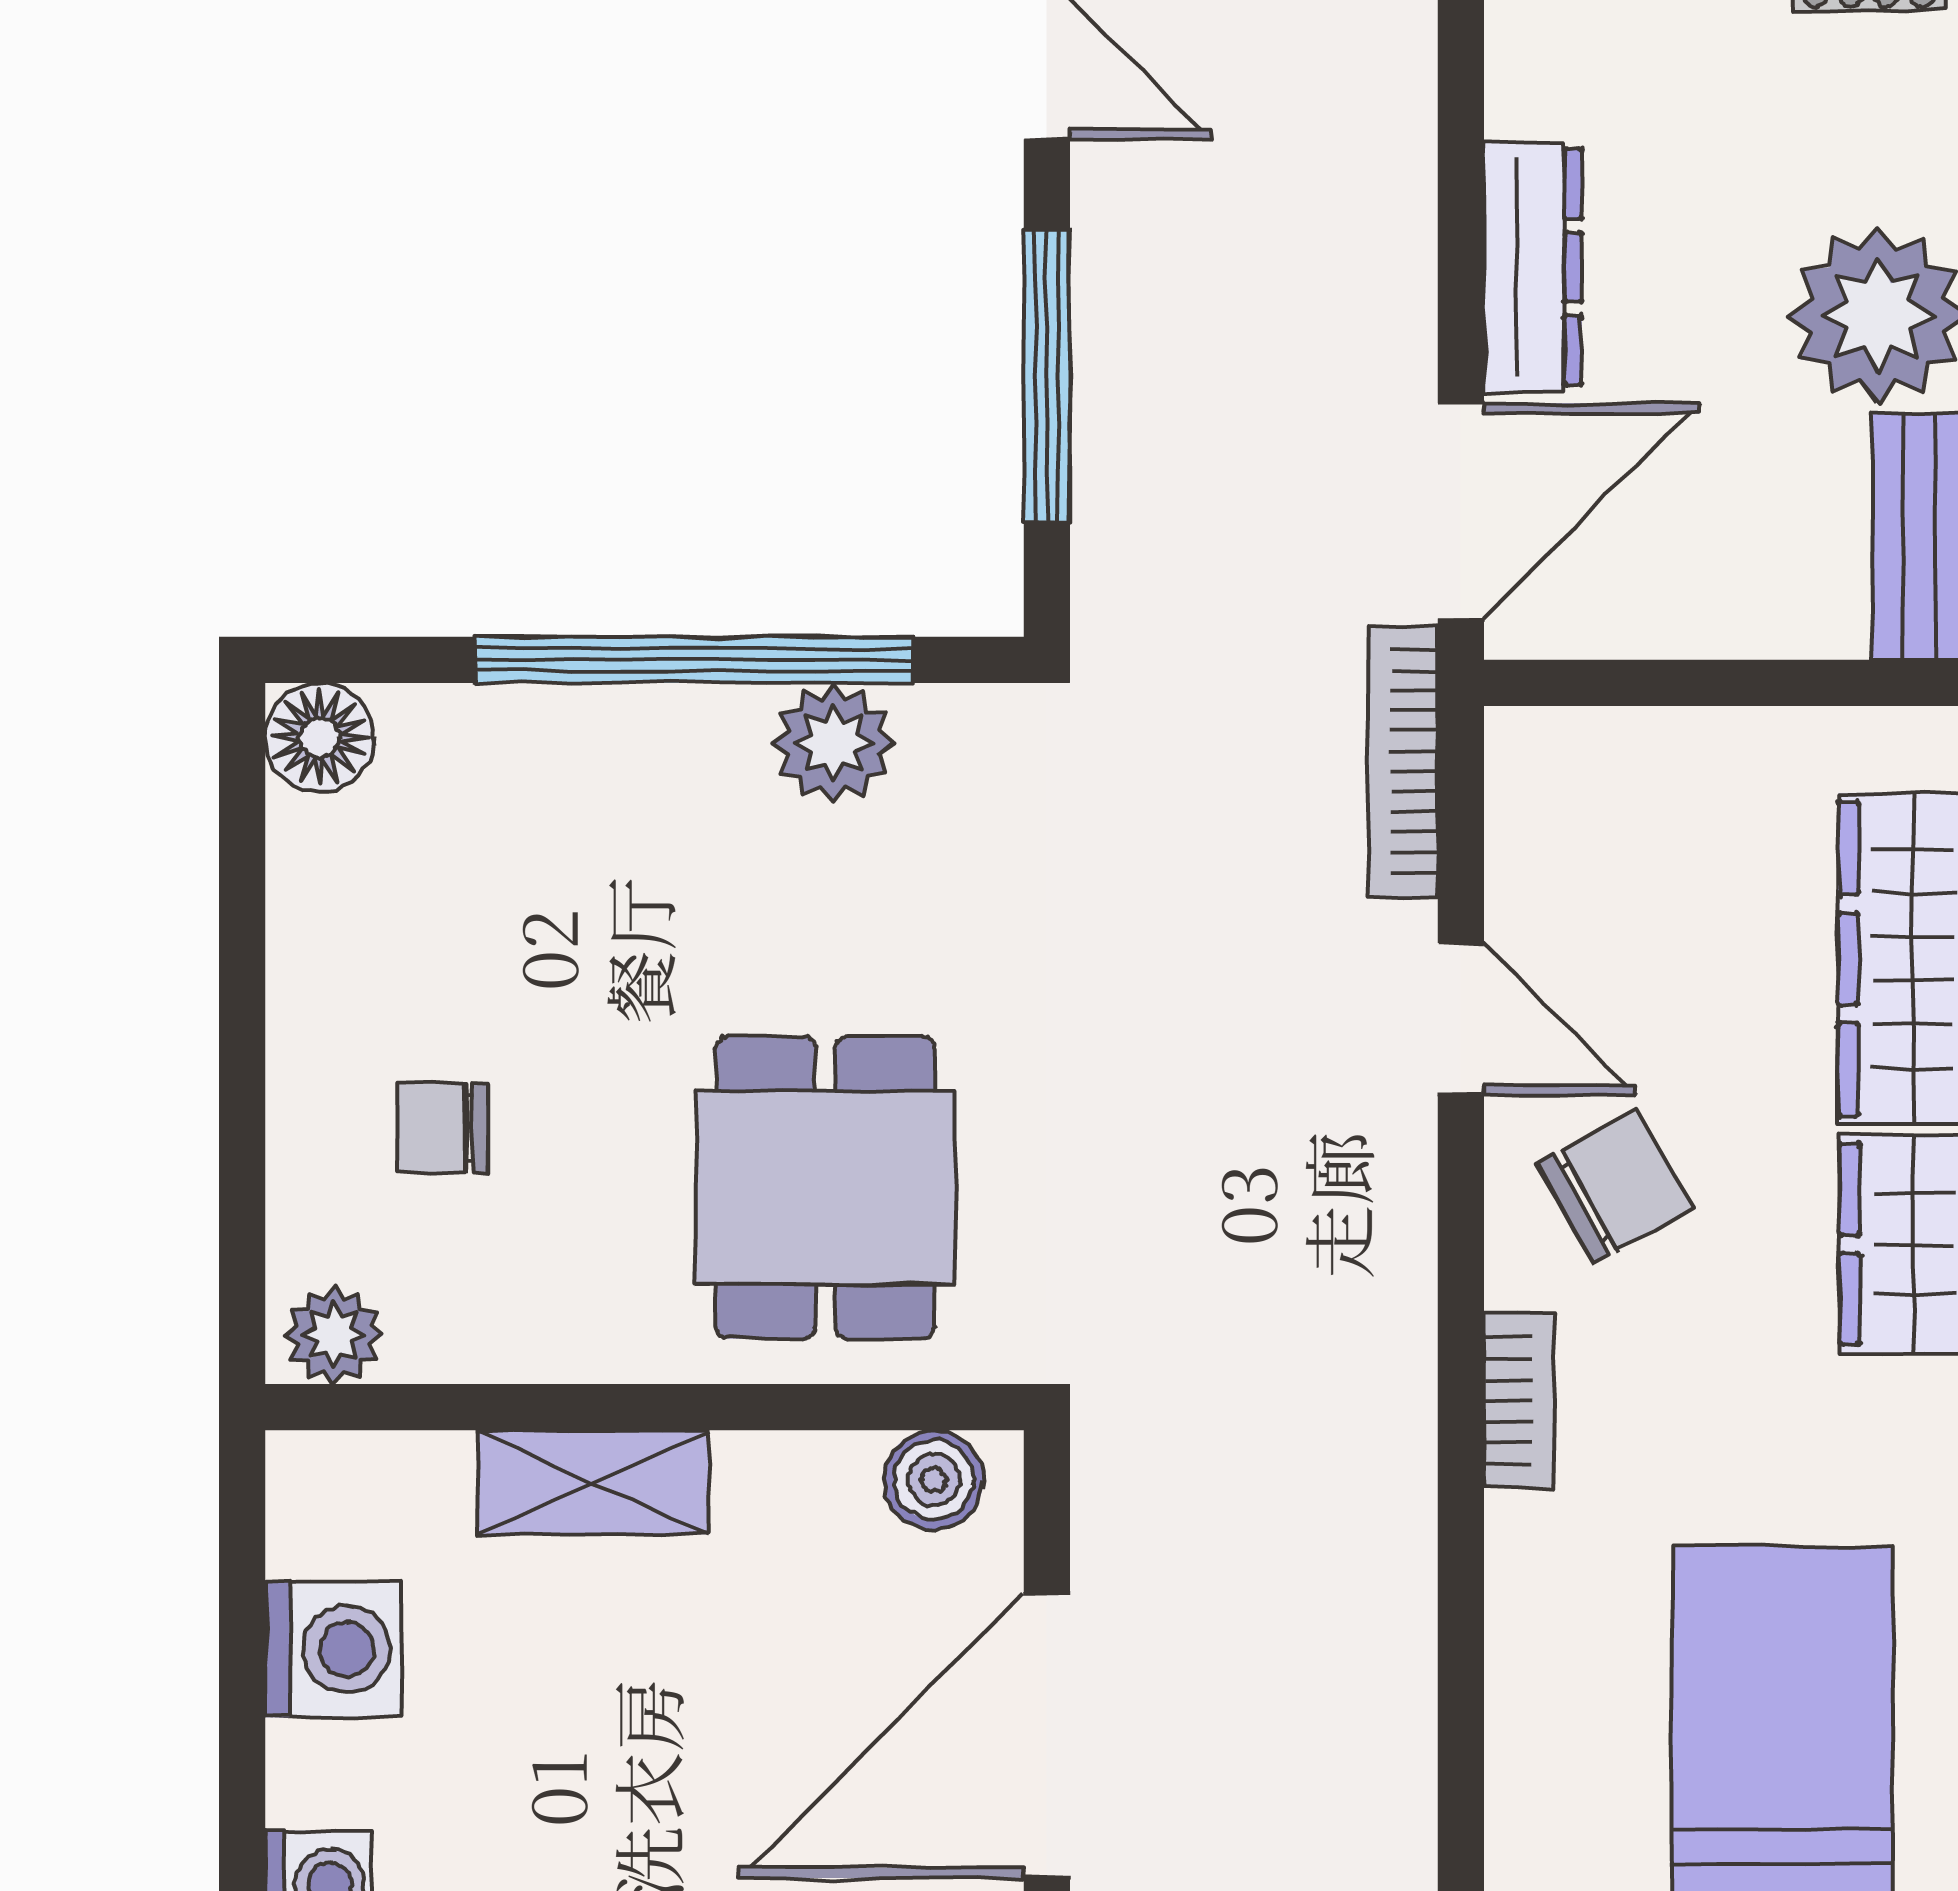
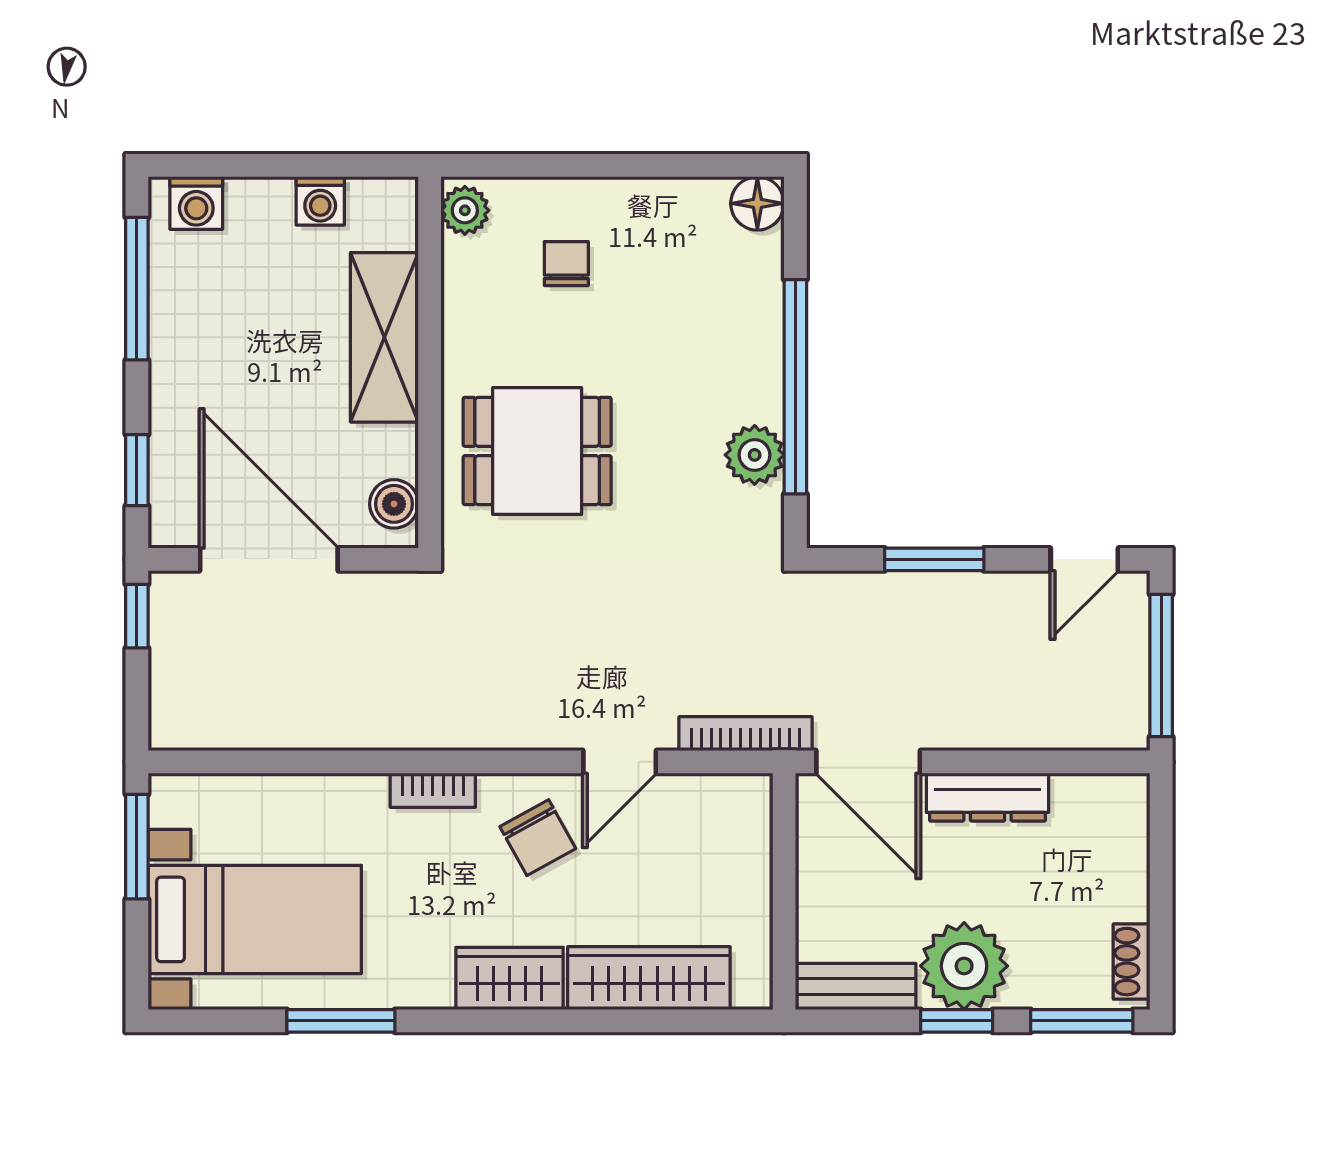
window: (1047, 376) -> (934, 559), width x0.69
shelving: (593, 1482) -> (384, 337), width x1.50, depth x1.33
washing machine: (333, 1649) -> (320, 201), width x0.73, depth x0.73

